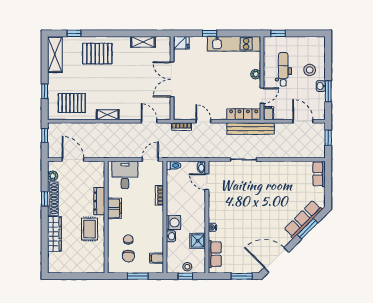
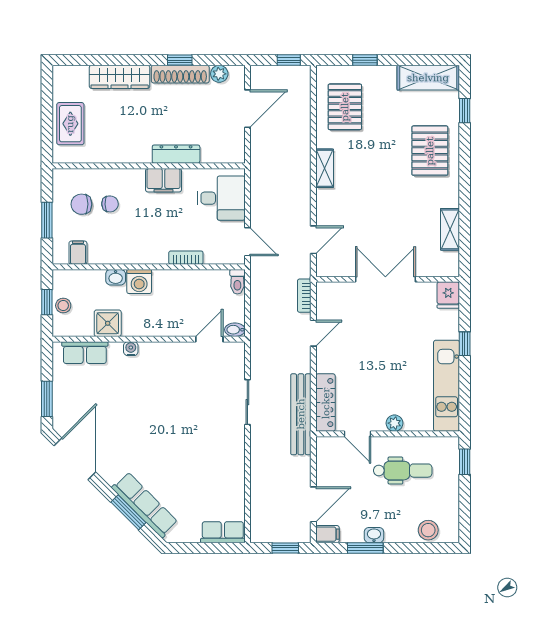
stool: (310, 70) -> (428, 530), moved
filing cabinet: (268, 113) -> (327, 534), moved
rug: (90, 229) -> (70, 124), moved, turned 90

